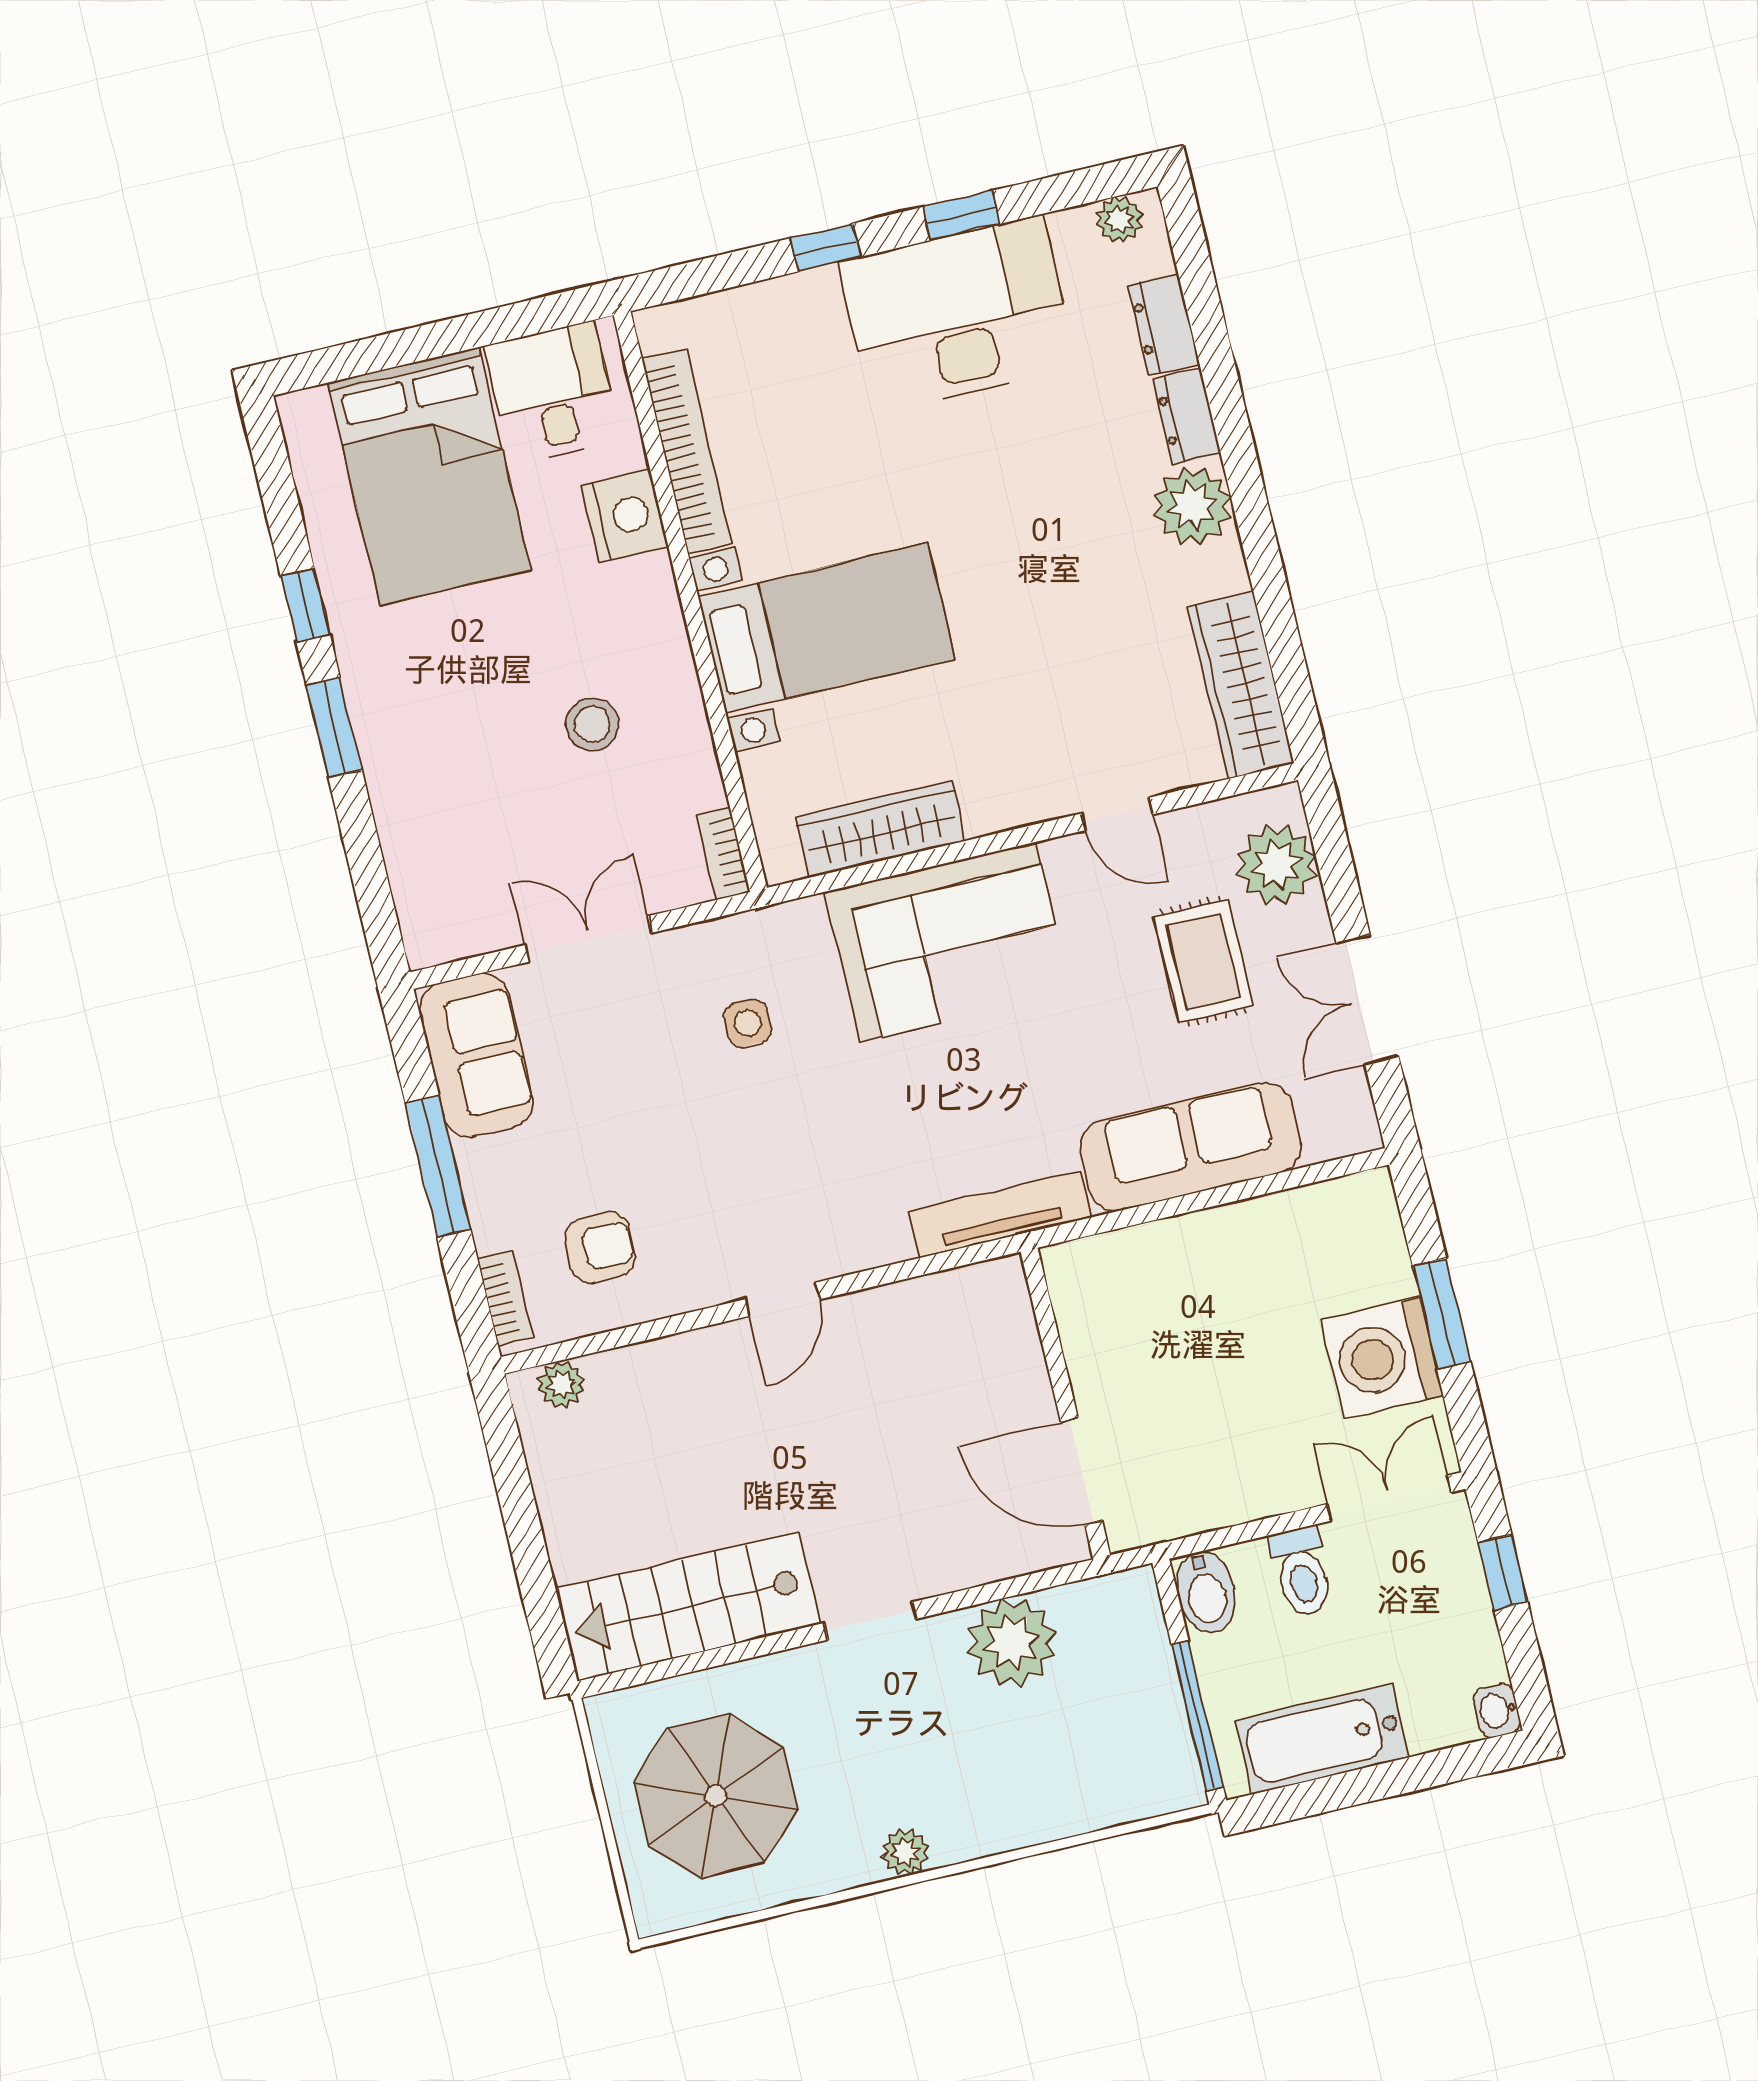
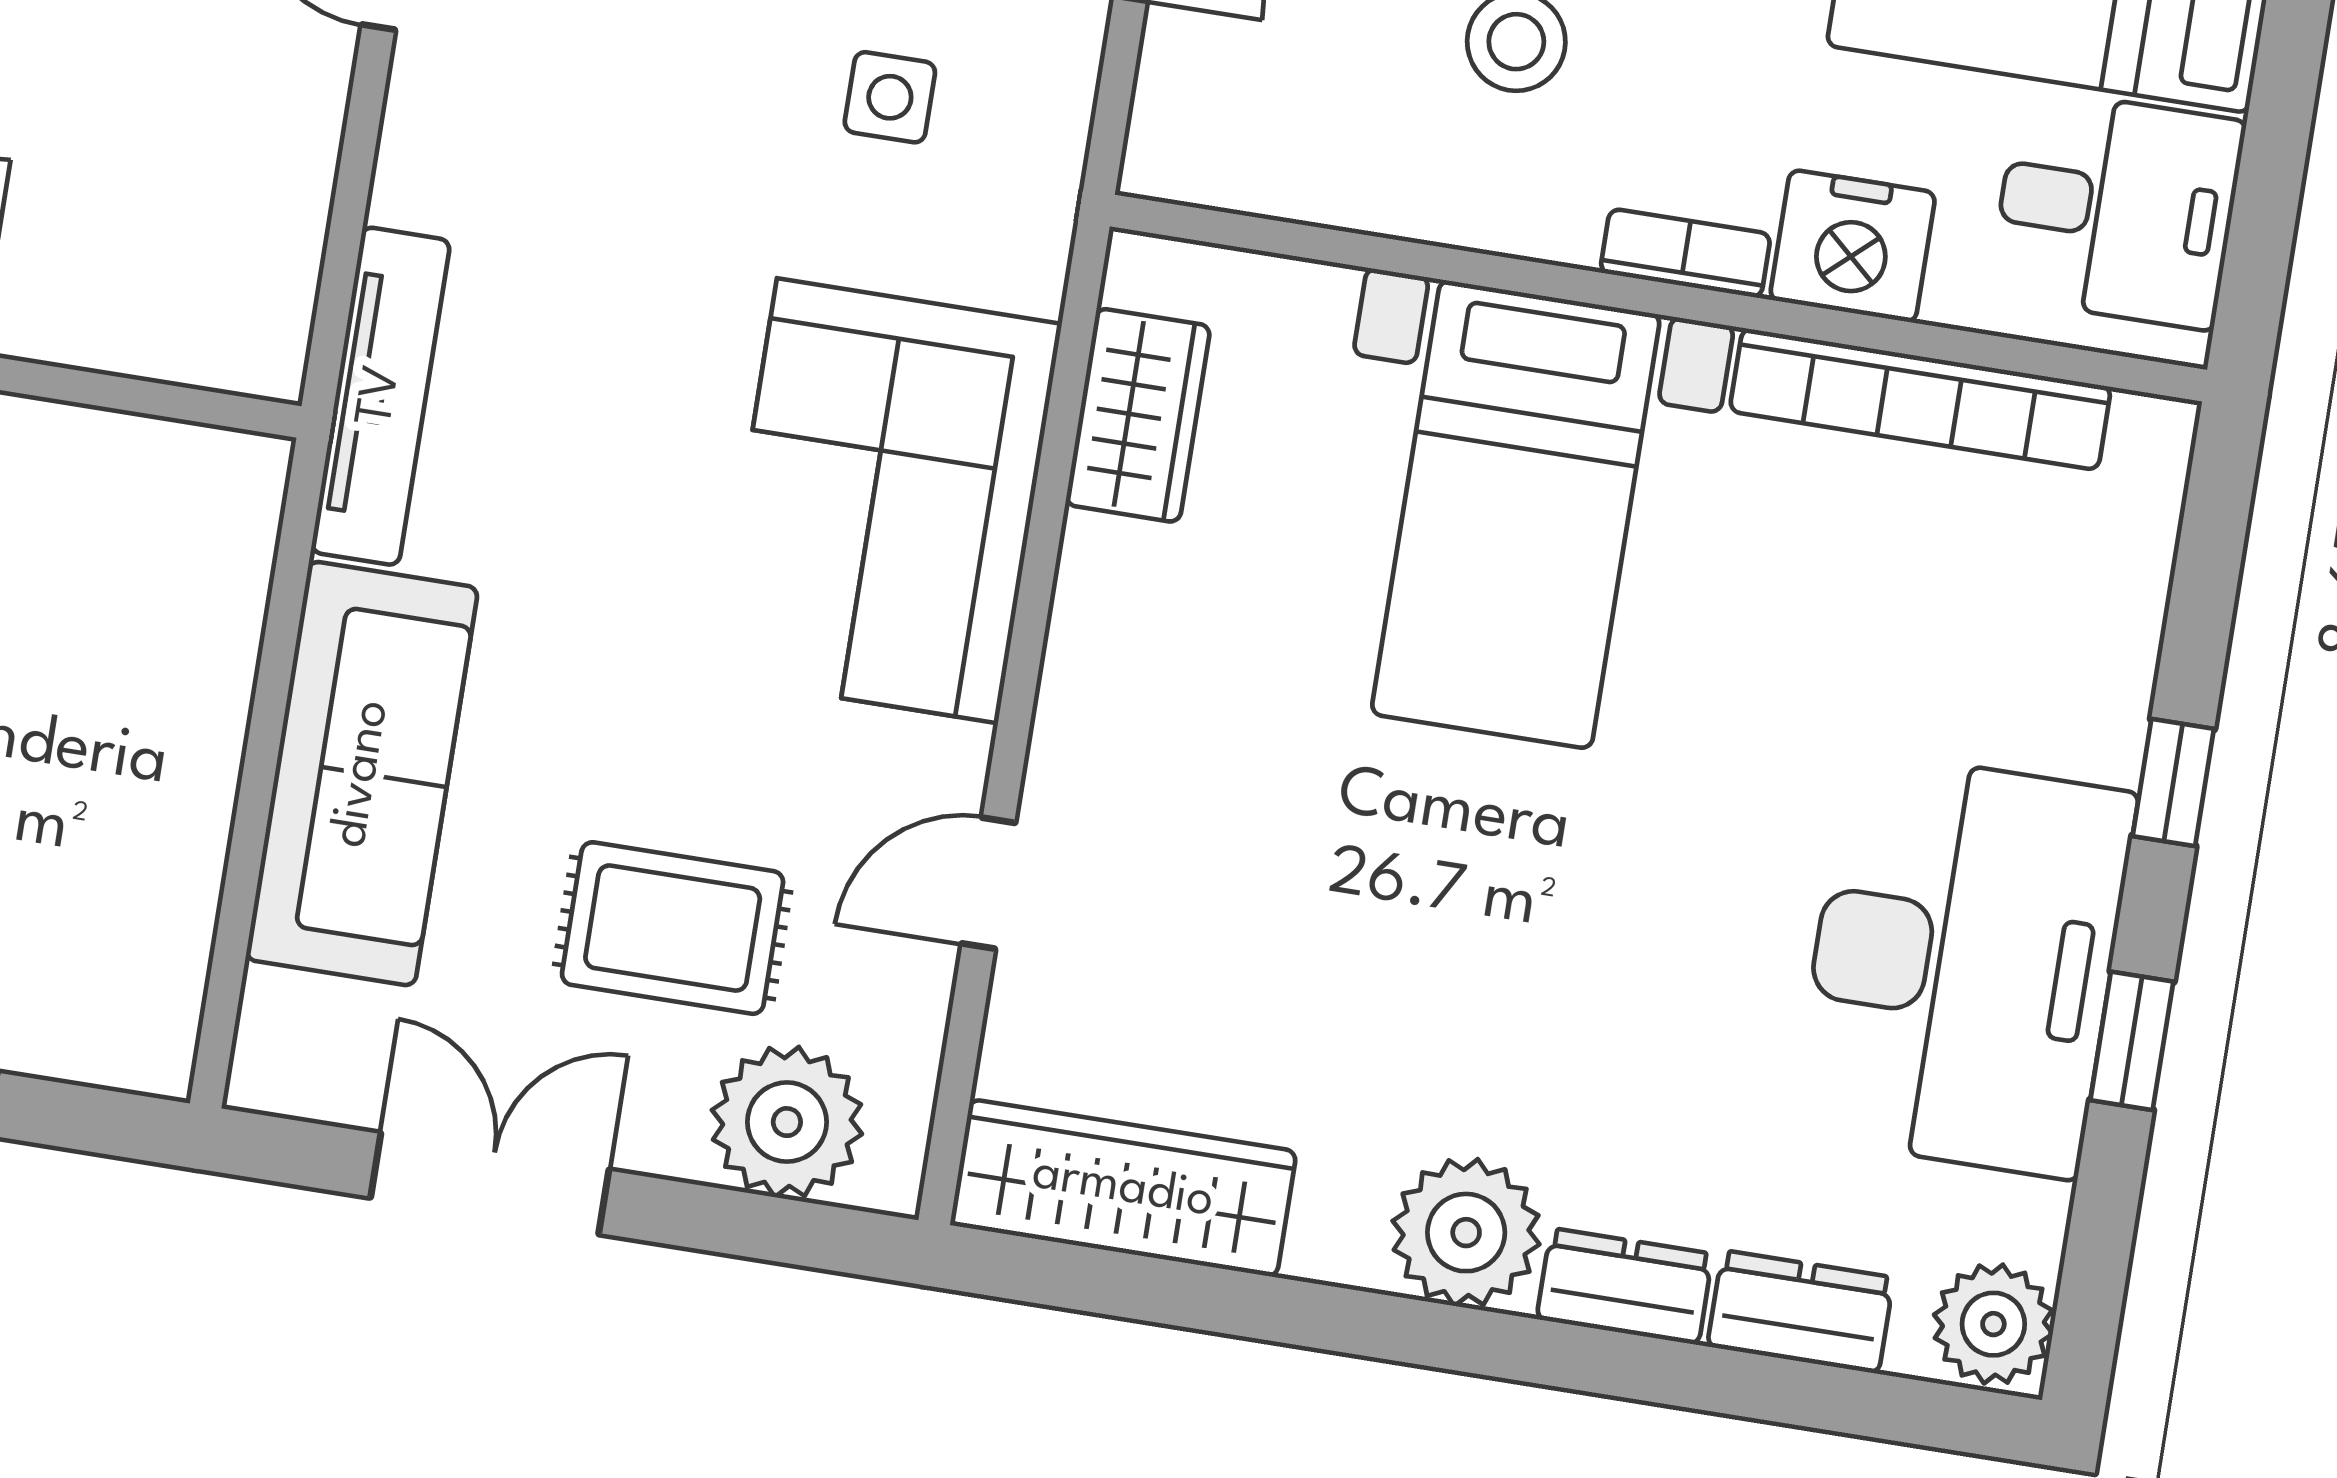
plant: (1119, 220) -> (1993, 1324), width x1.38, depth x1.38
wardrobe: (881, 829) -> (1138, 415), width x0.67
bookcase: (723, 853) -> (1685, 253), moved

